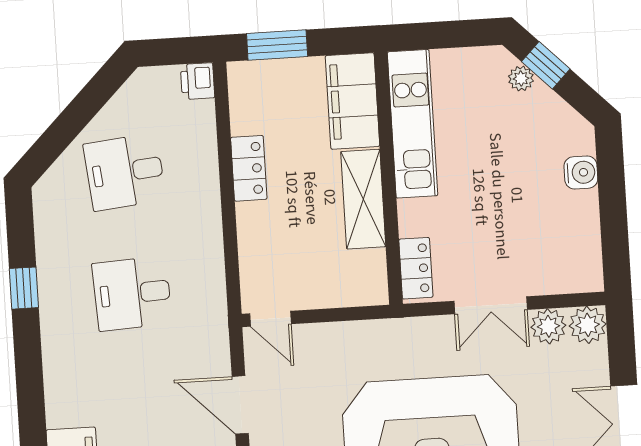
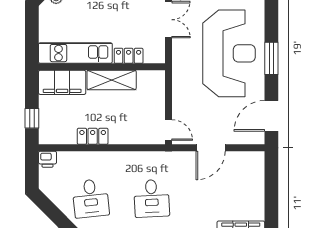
window: (277, 45) -> (32, 118), width x0.67
locker: (416, 268) -> (129, 56), moved
door: (270, 319) -> (168, 130), hinge flipped

